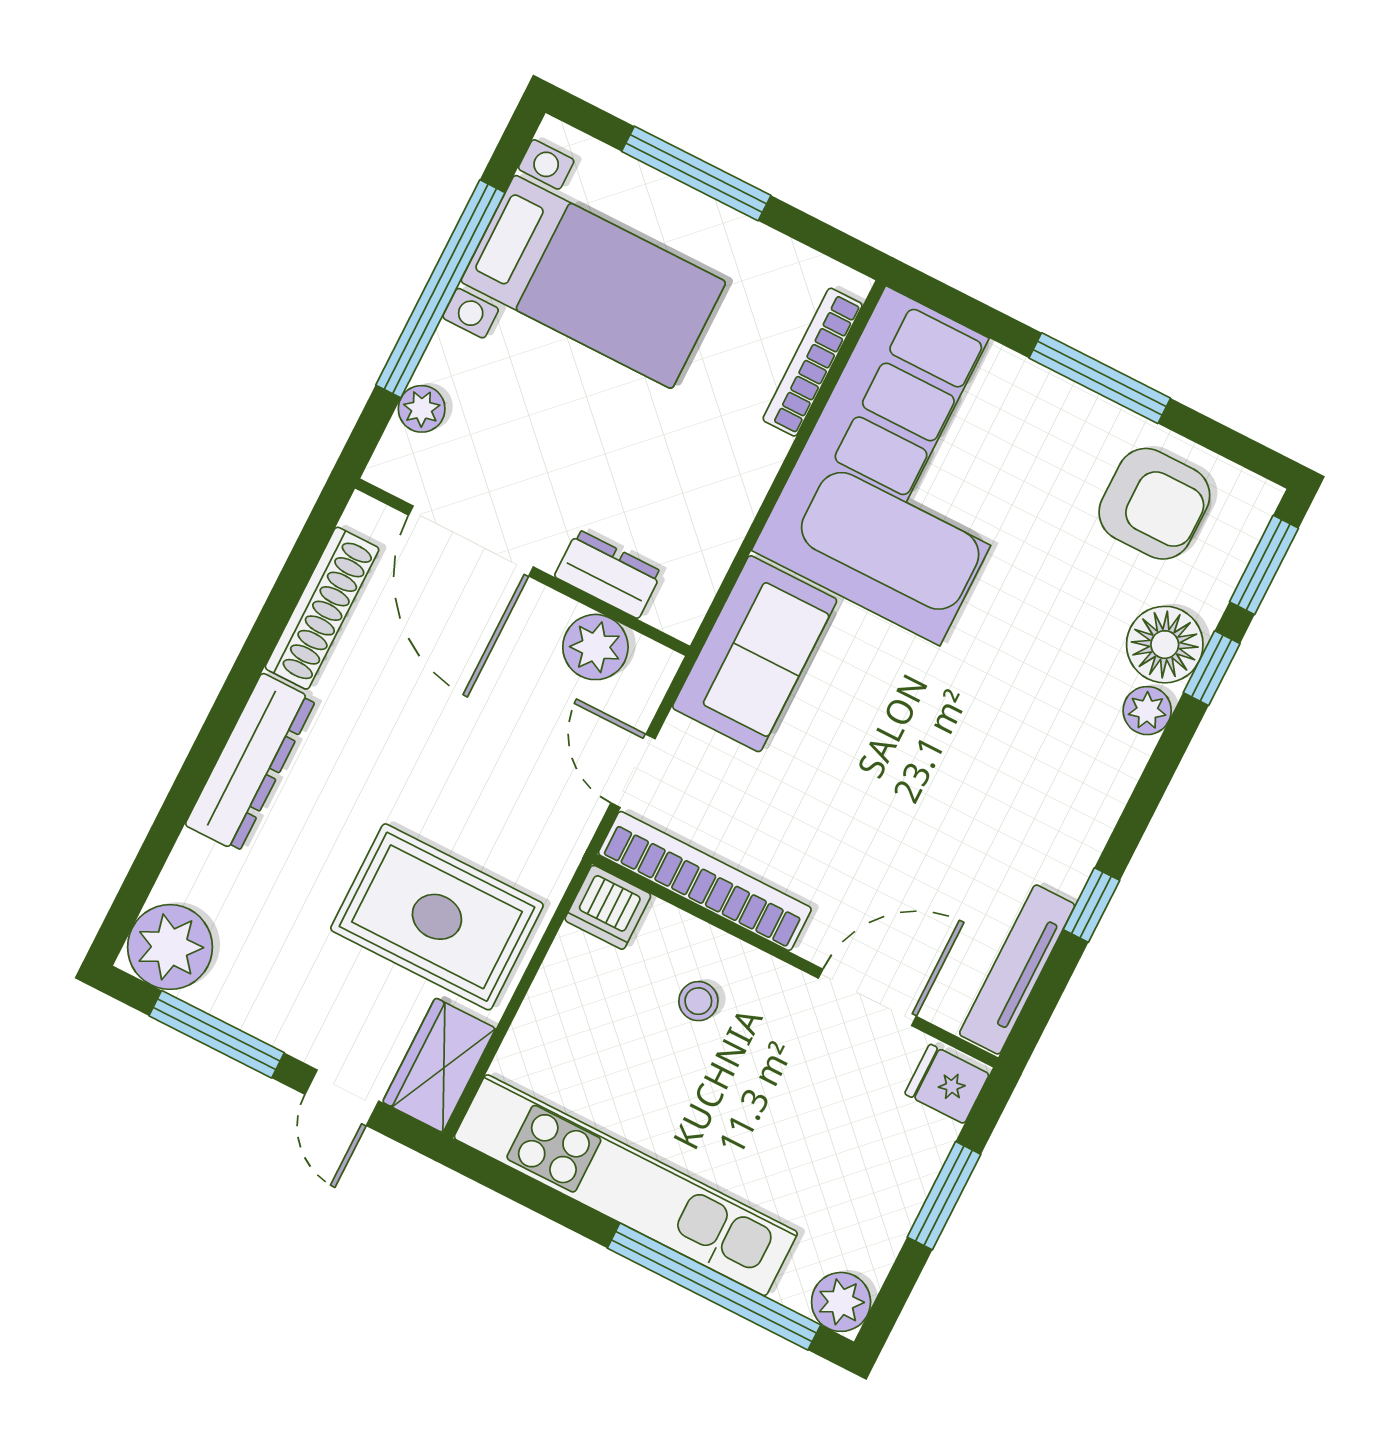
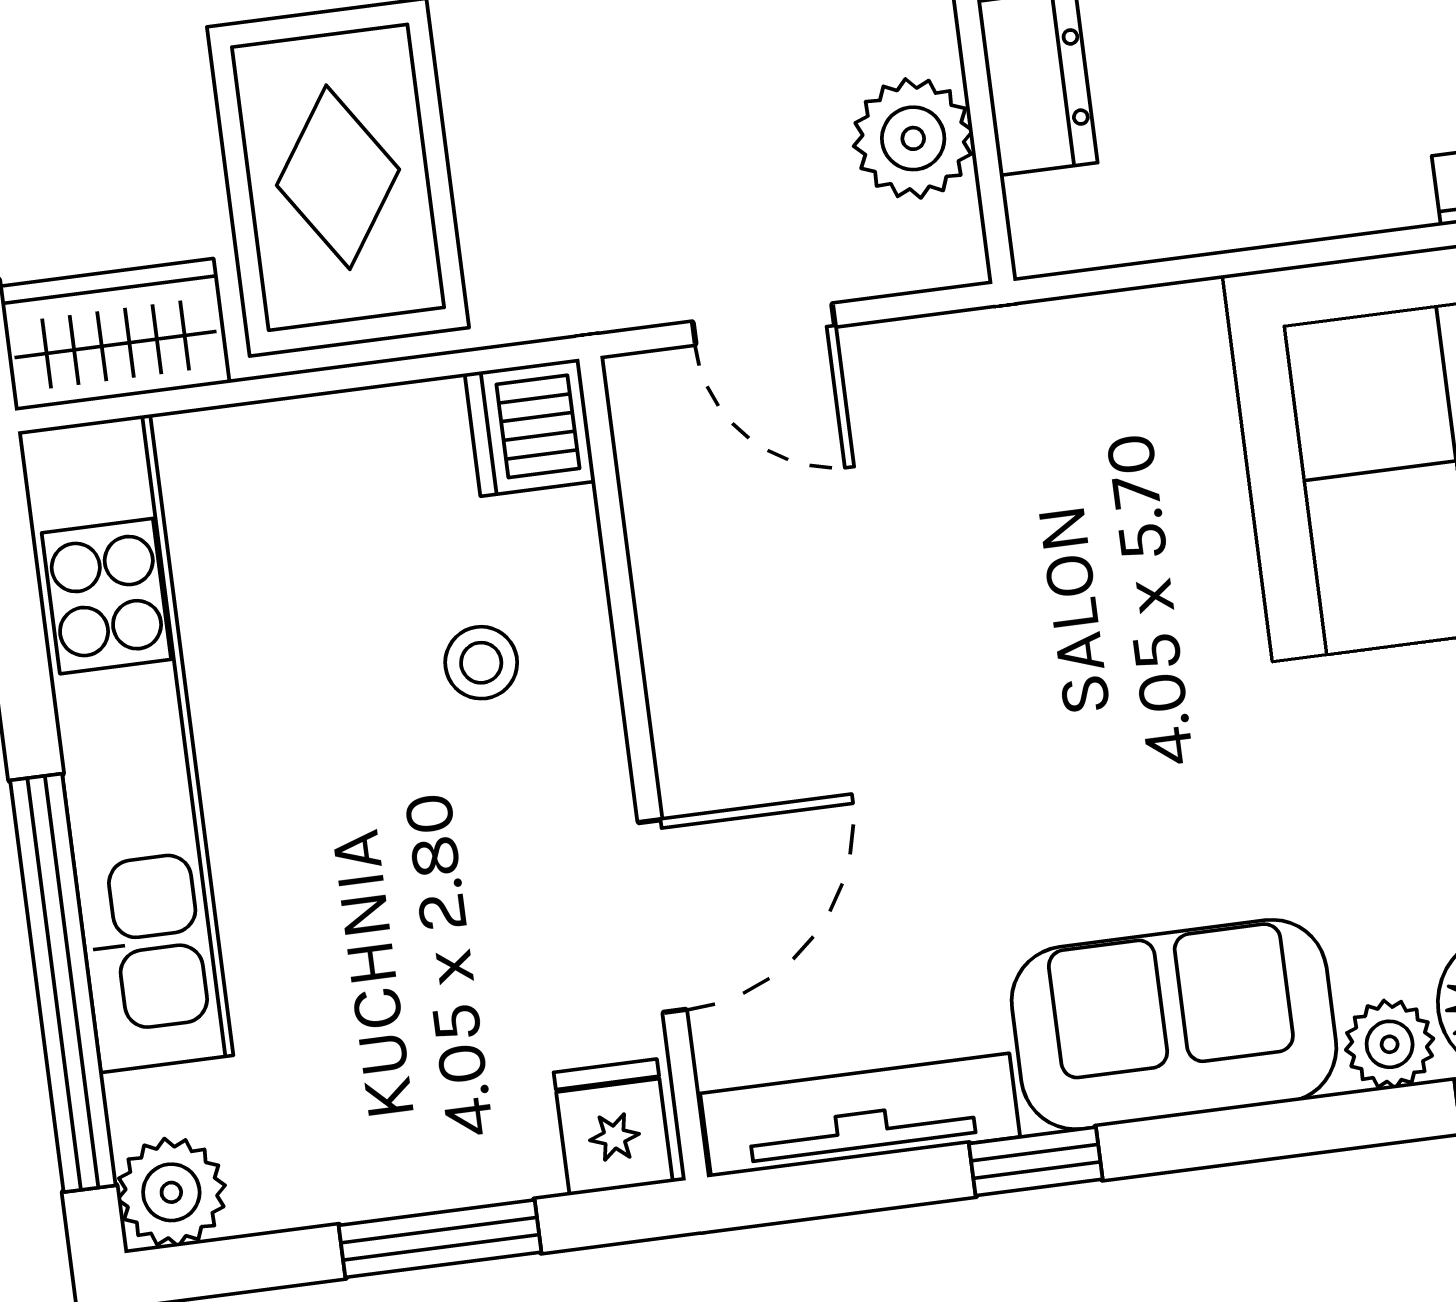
sofa: (755, 654) -> (1174, 1024), moved, turned 180
door: (633, 771) -> (764, 324), swing flipped
bookcase: (705, 881) -> (671, 548), removed
door: (867, 997) -> (662, 916), hinge flipped

